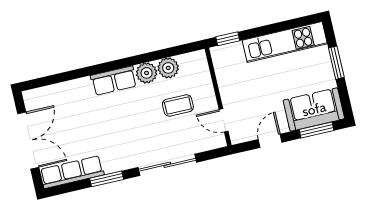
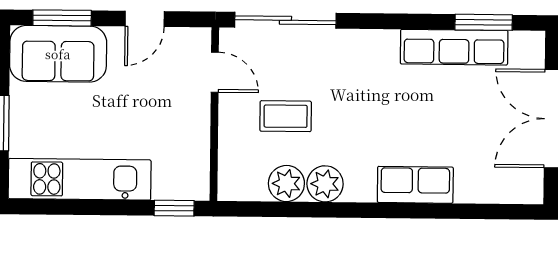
row of seats: (114, 81) -> (415, 185), moved
sliding door: (167, 165) -> (285, 20), moved
row of seats: (72, 172) -> (454, 47), moved
window: (107, 179) -> (484, 22), moved

